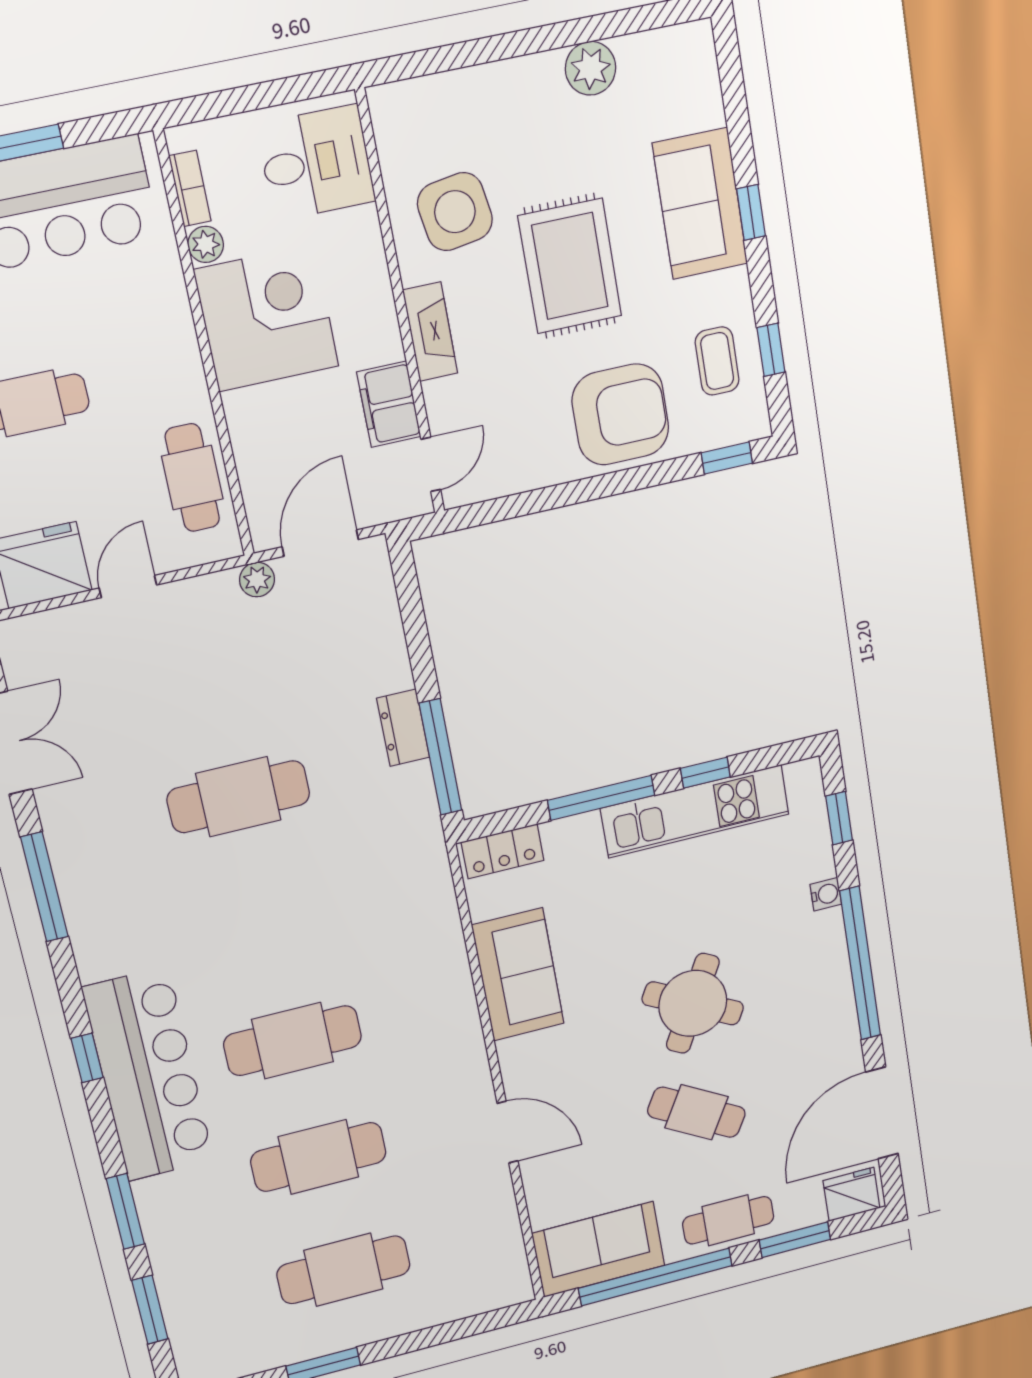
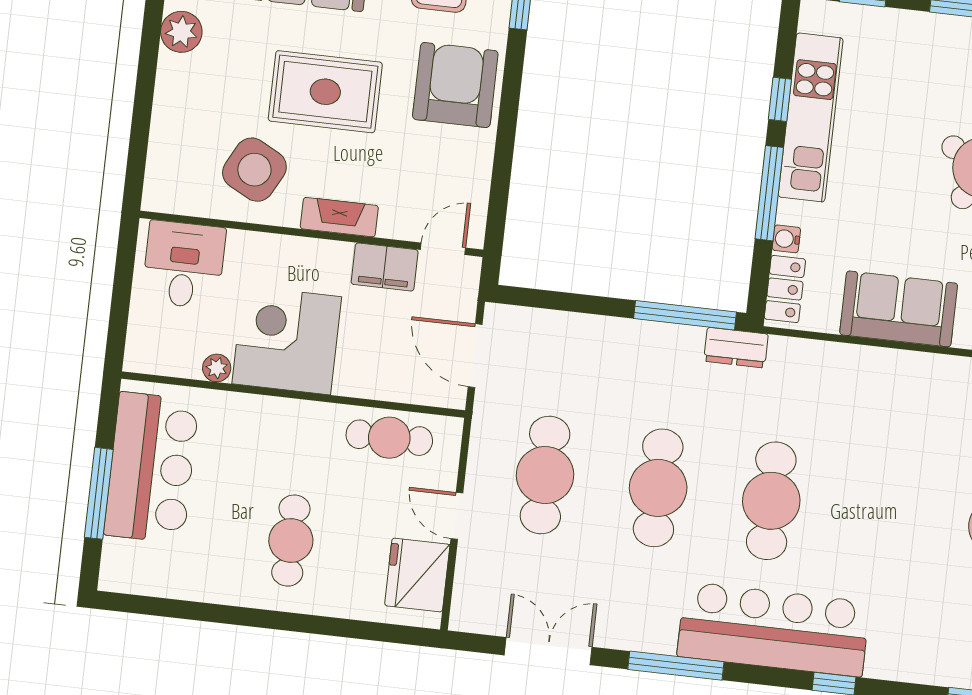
bookcase: (190, 188) -> (172, 366), removed
side table: (455, 212) -> (254, 170), turned 37
door: (431, 464) -> (443, 249), hinge flipped
plant: (257, 580) -> (487, 415), removed
cafe table: (210, 669) -> (545, 475), added
dresser: (403, 728) -> (736, 348), moved
water cooler: (826, 894) -> (786, 239), moved, turned -90
cafe table: (293, 1041) -> (771, 501), moved
bar counter: (148, 1075) -> (773, 629), moved

